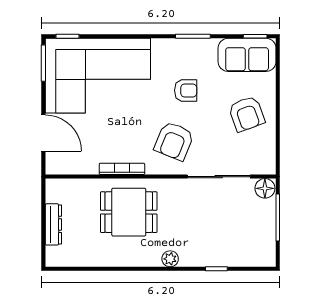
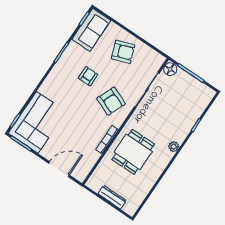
corner sofa: (98, 76) -> (37, 122), width x0.73, depth x0.74

